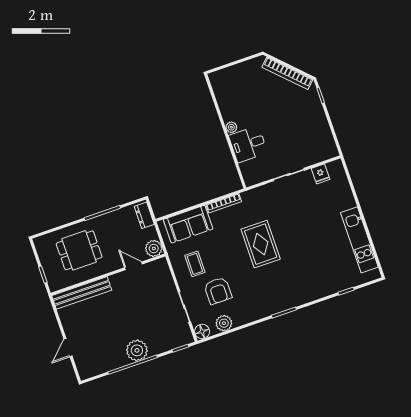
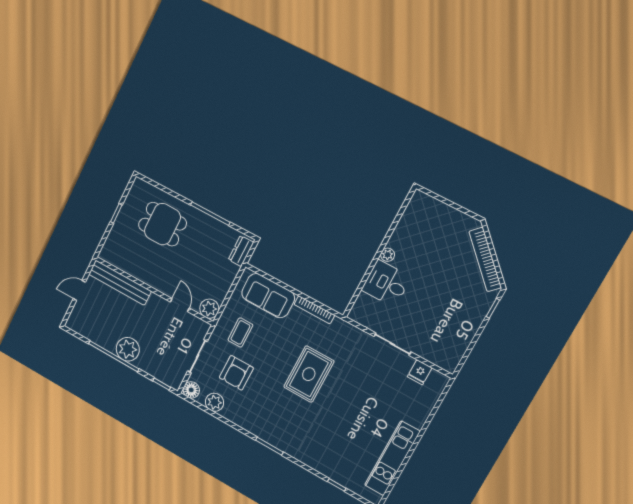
plant: (154, 248) -> (209, 309), moved
door: (133, 266) -> (180, 305), moved
wall: (108, 275) -> (154, 290), moved
bench: (82, 293) -> (120, 283), moved

